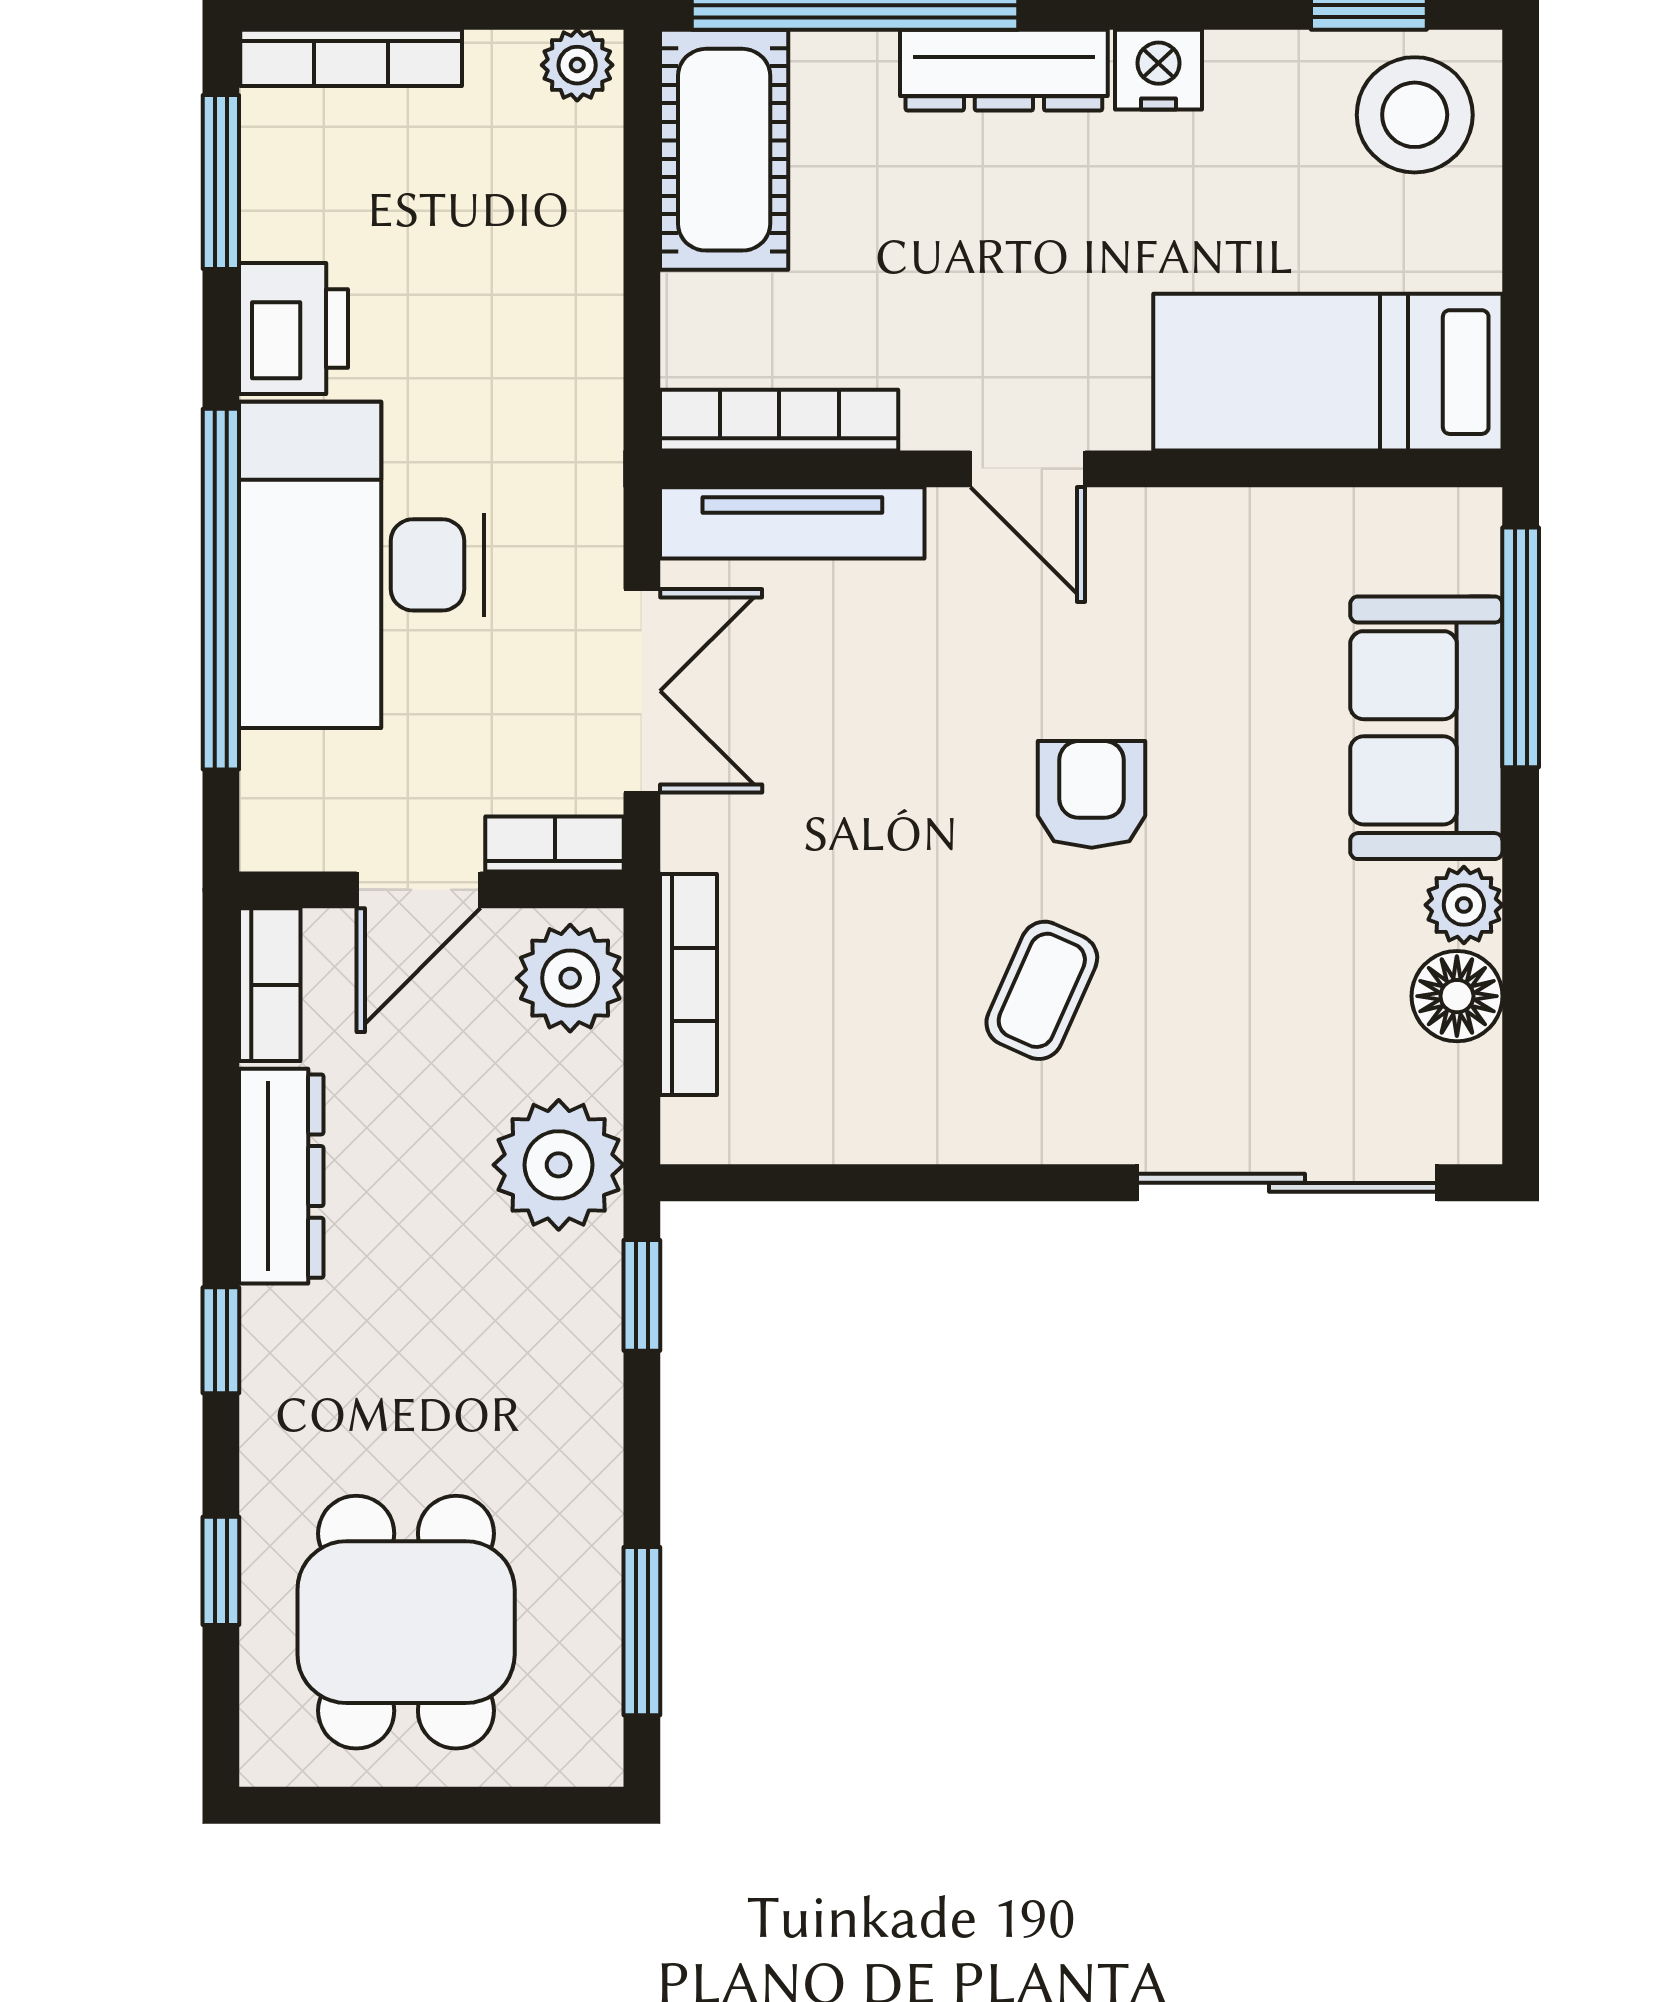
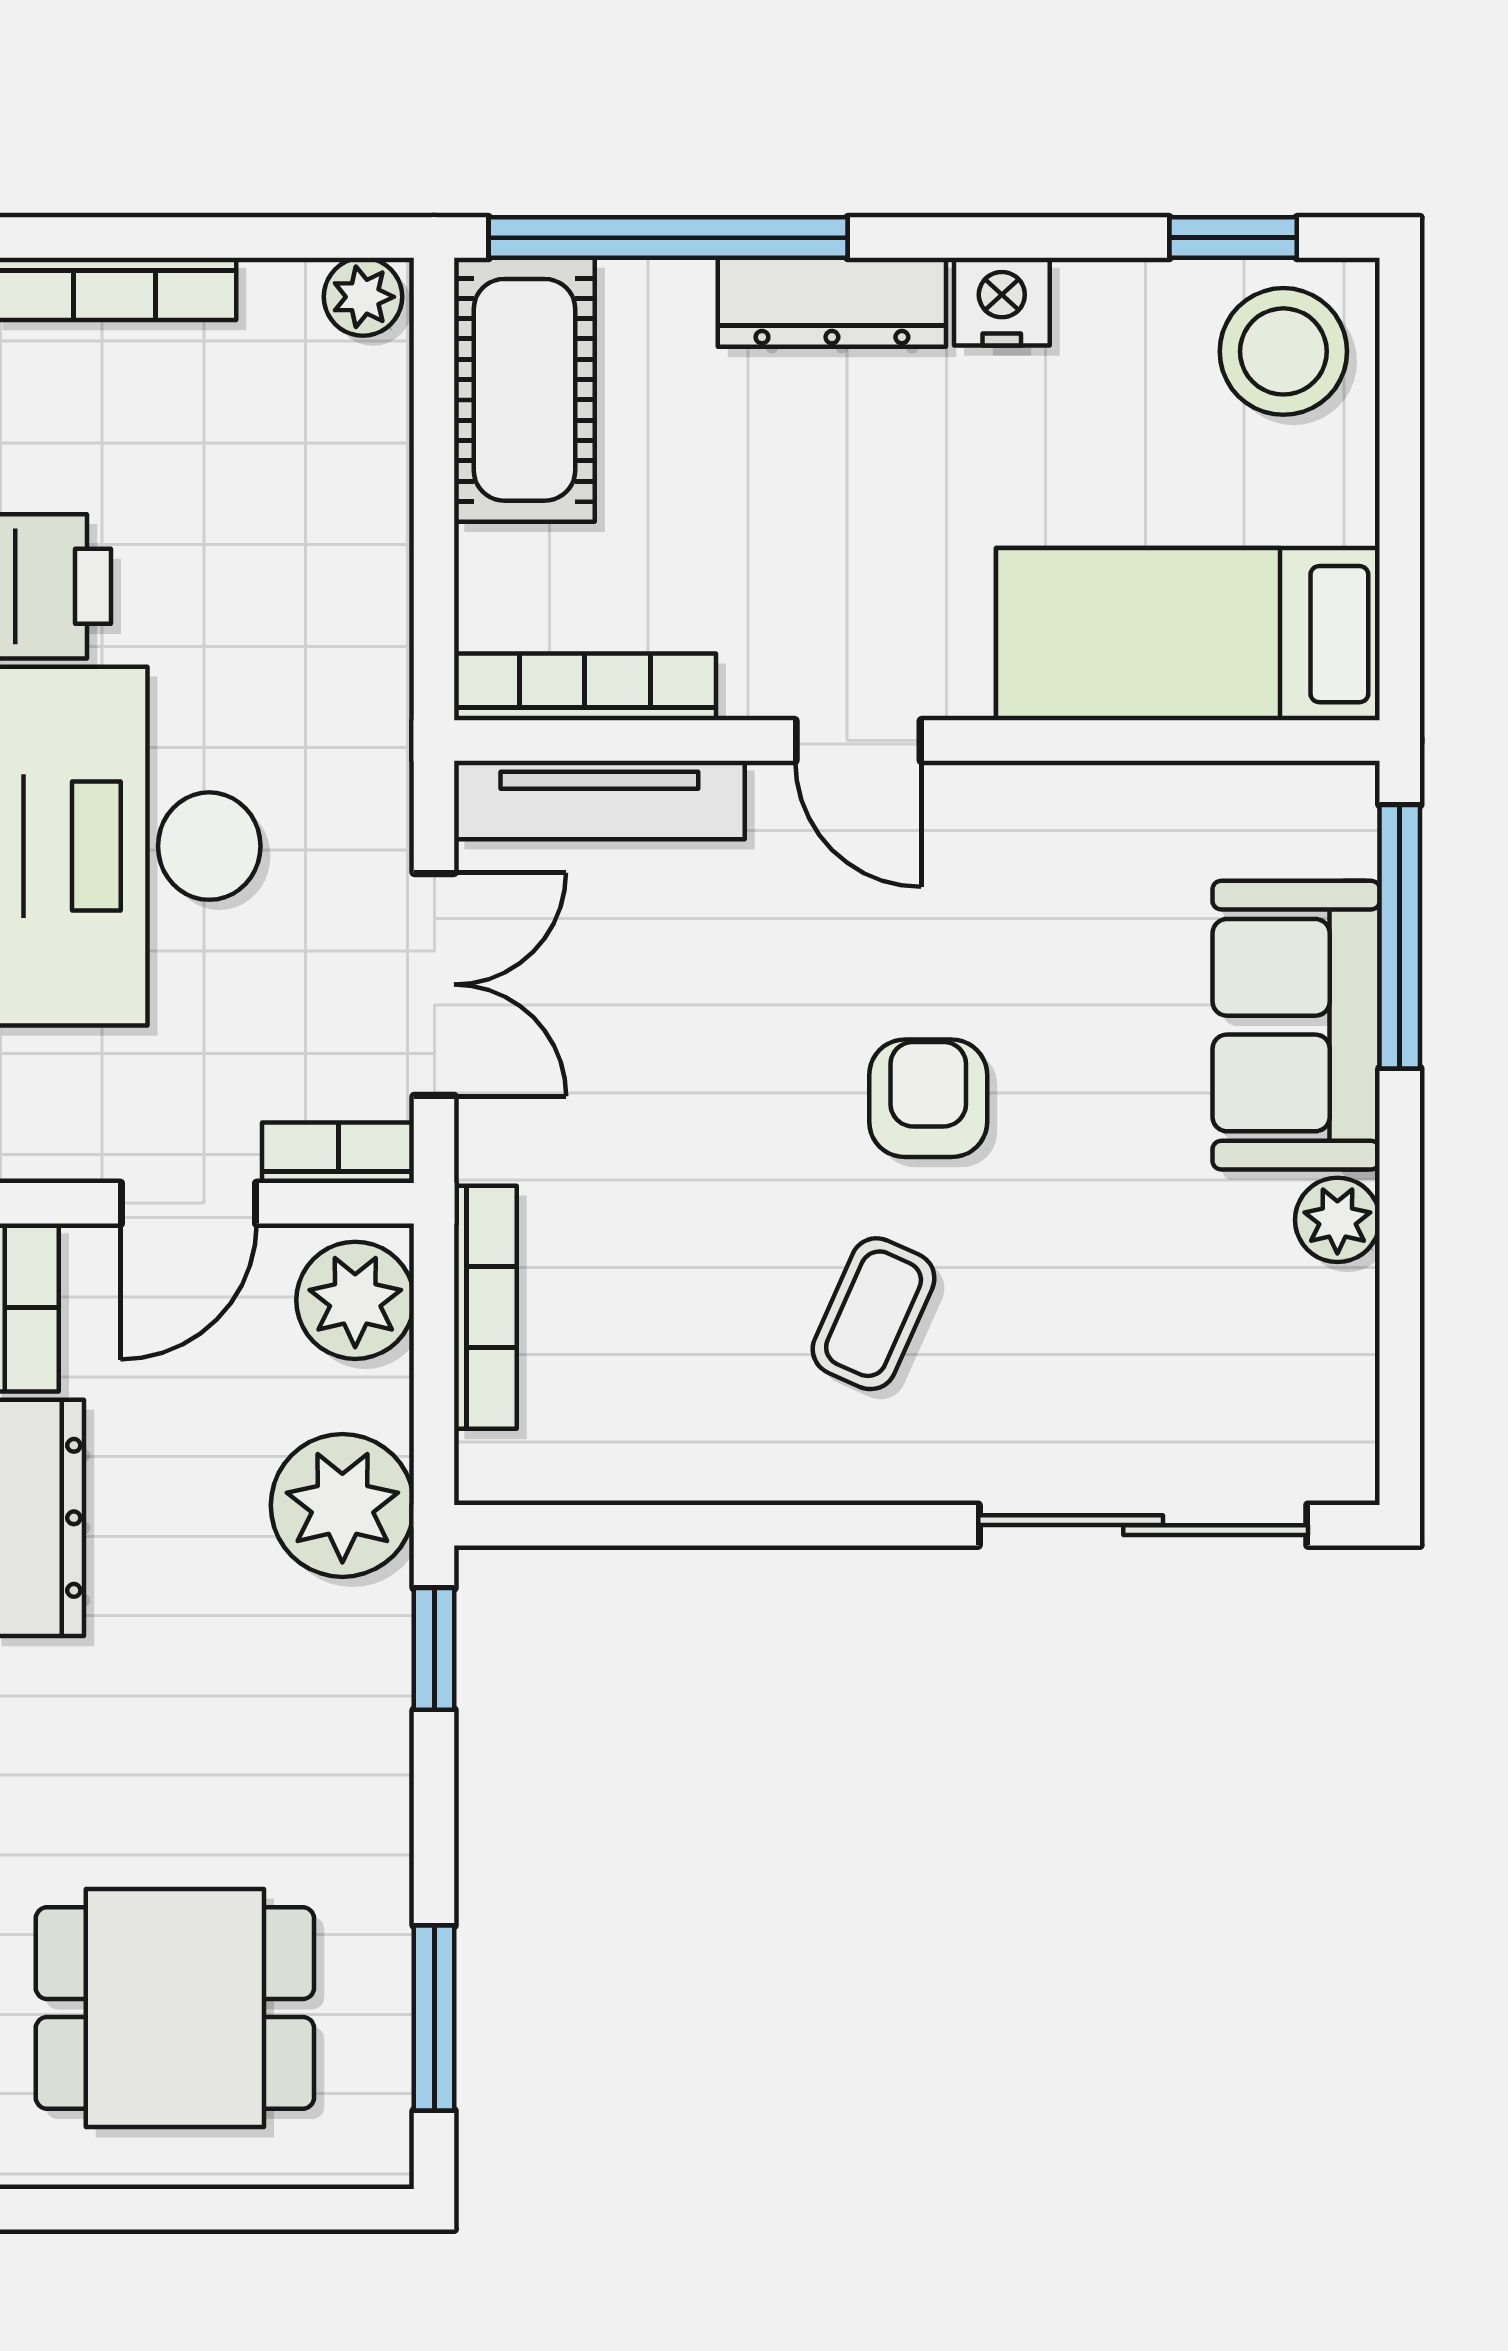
floor lamp: (1457, 996) -> (1330, 1320), removed
dining table: (406, 1622) -> (175, 2008), turned 90

